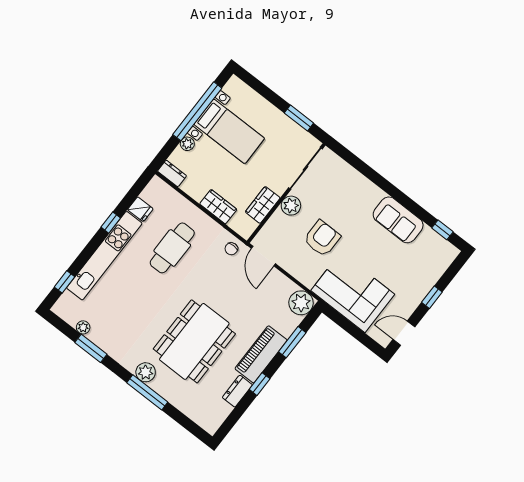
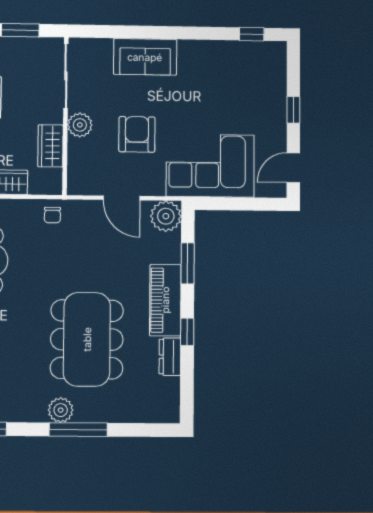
sofa: (398, 220) -> (145, 57), moved
door: (263, 256) -> (122, 198), moved

